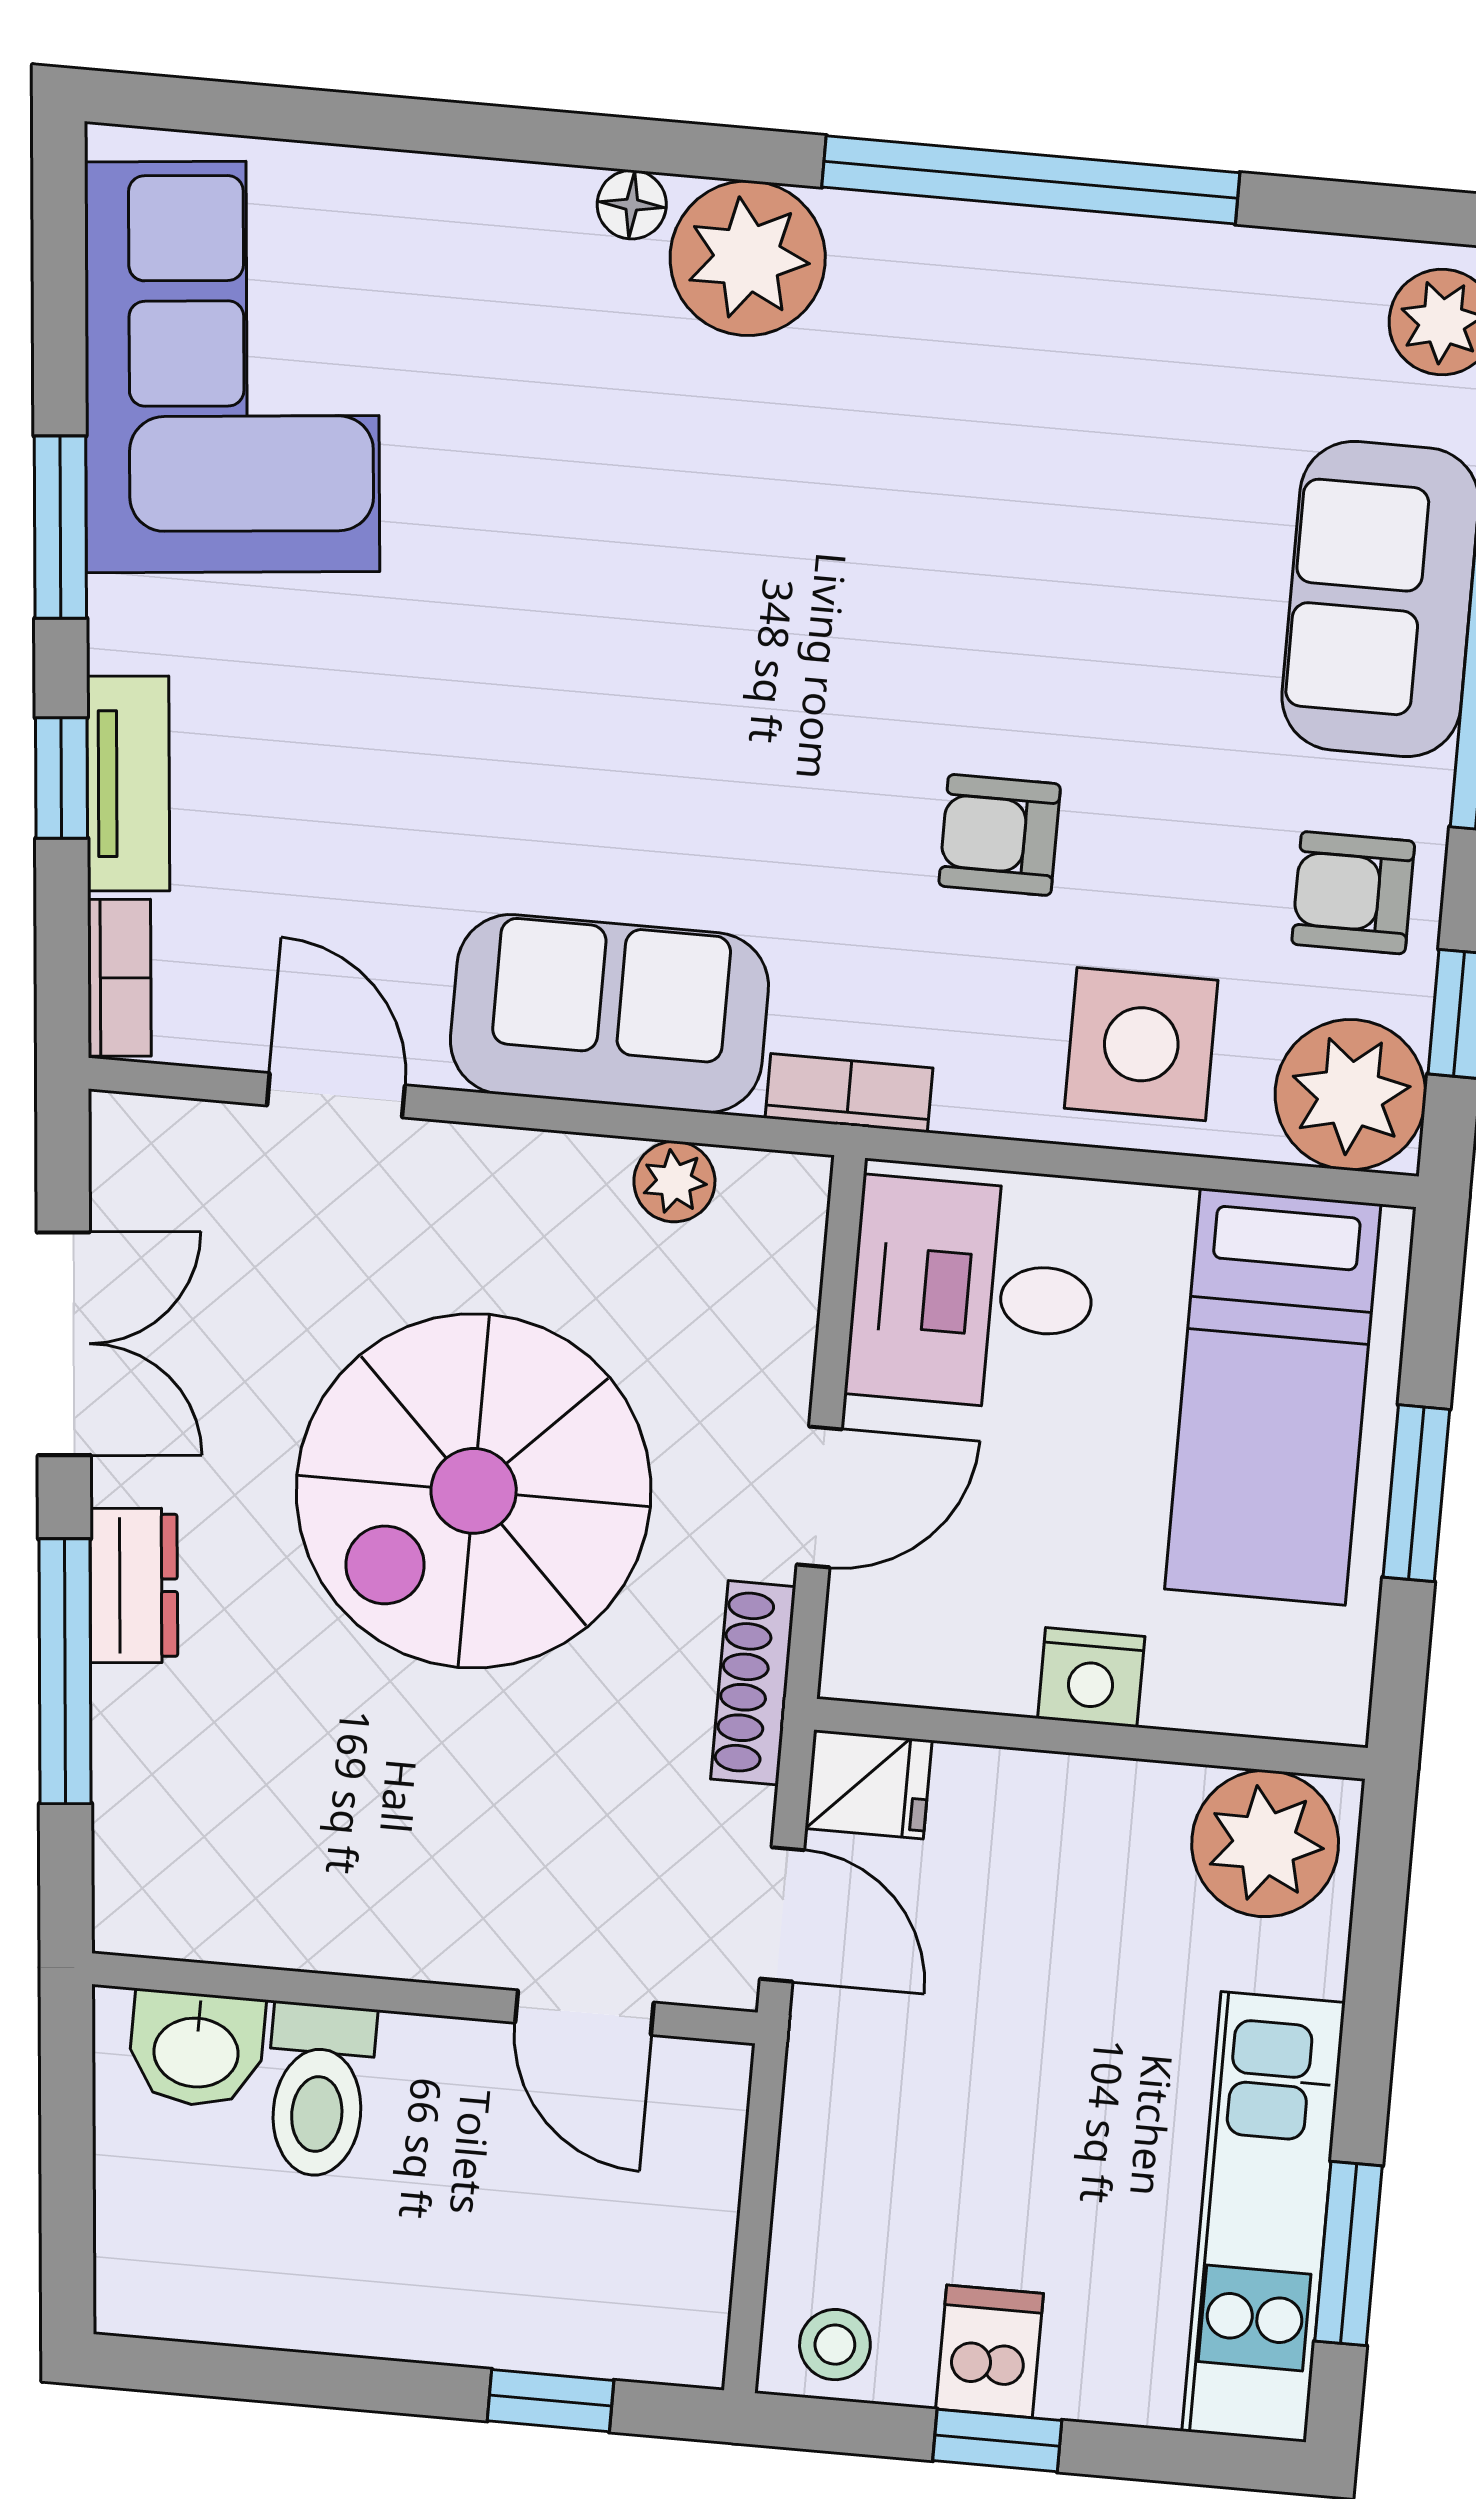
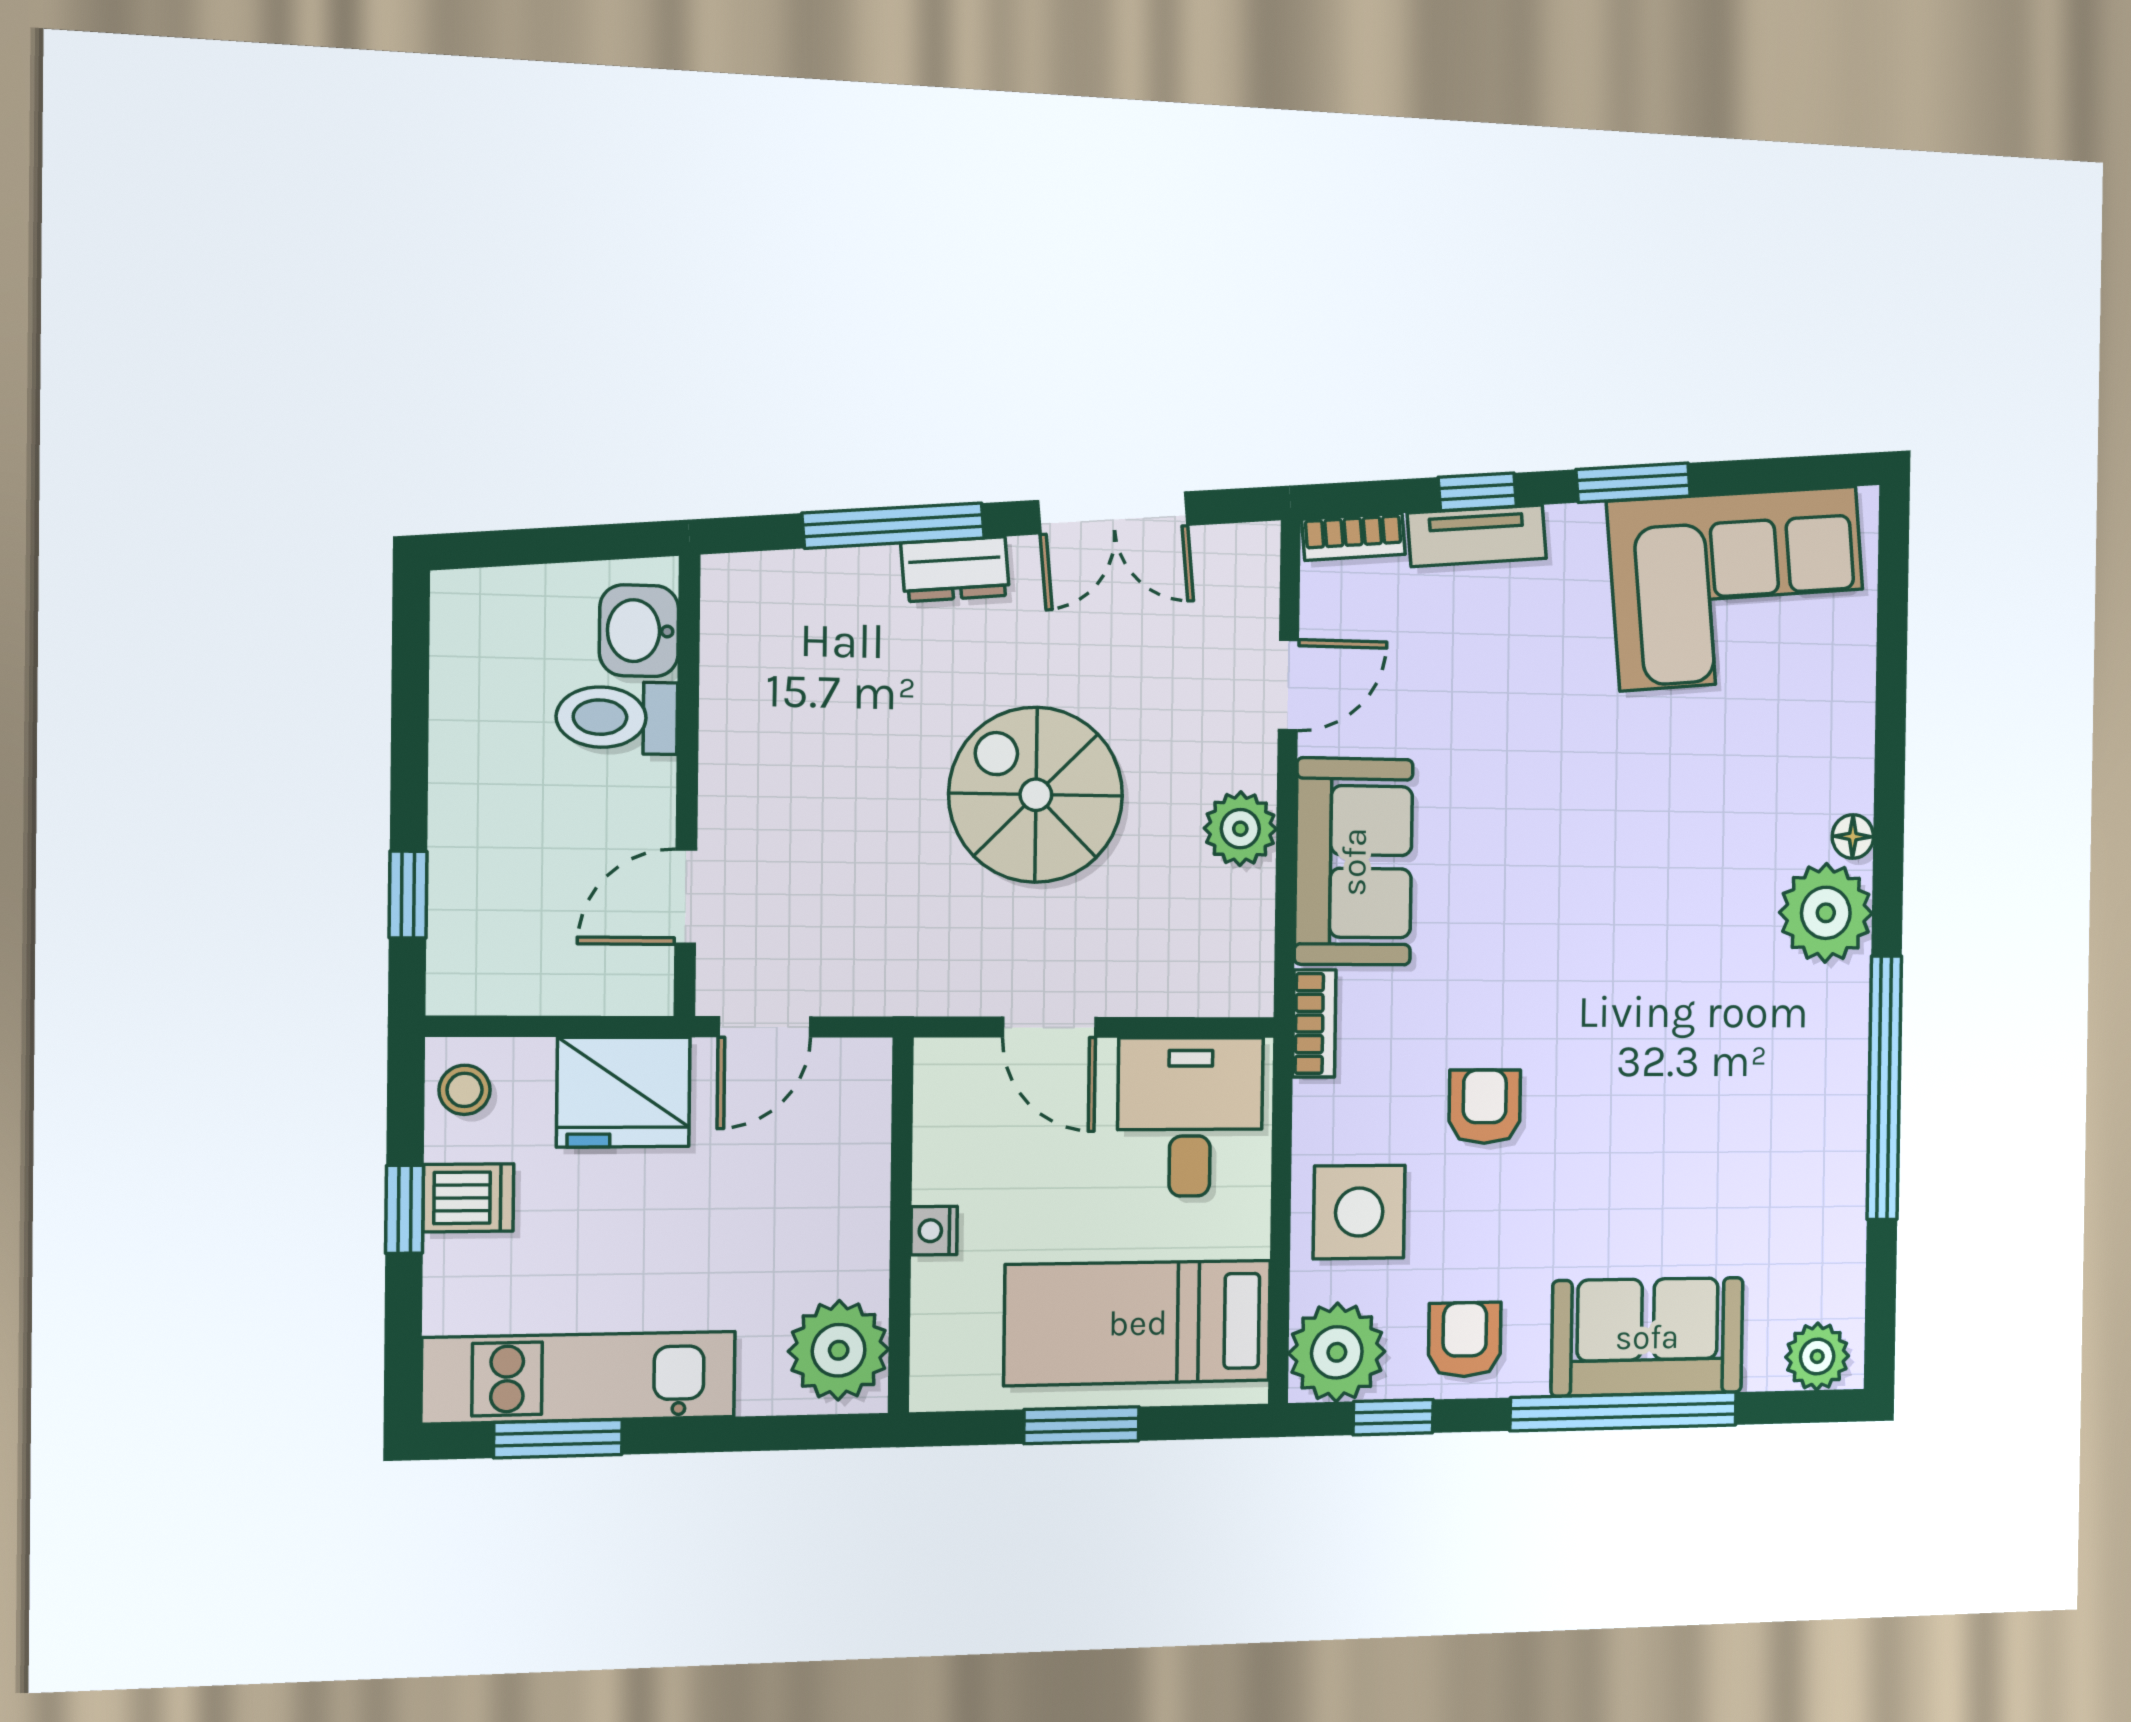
plant: (674, 1182) -> (1240, 829), moved, width x1.38, depth x1.38
spiral stairs: (474, 1491) -> (1036, 795), width x0.73, depth x0.73
nightstand: (1091, 1678) -> (934, 1231), width x0.72, depth x0.74
shoe rack: (753, 1683) -> (921, 994), removed
fridge: (869, 1784) -> (623, 1092), moved, width x1.88, depth x1.34

